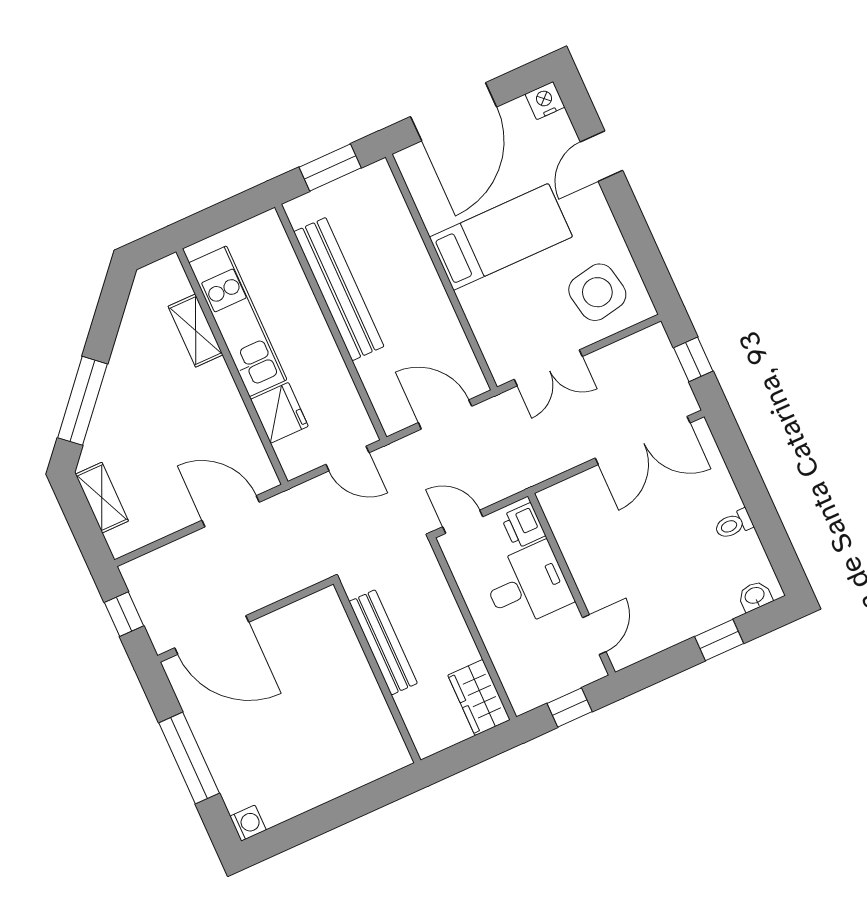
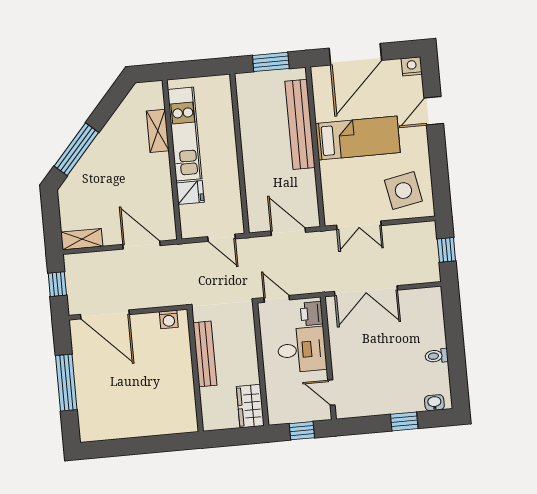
bench: (339, 289) -> (300, 124), moved
fridge: (279, 413) -> (190, 193), width x0.72
double door: (643, 440) -> (366, 291), moved
shelving: (102, 498) -> (82, 239), moved, turned 90
door: (594, 635) -> (331, 393), swing flipped
washing machine: (248, 823) -> (169, 319), moved, turned 90

